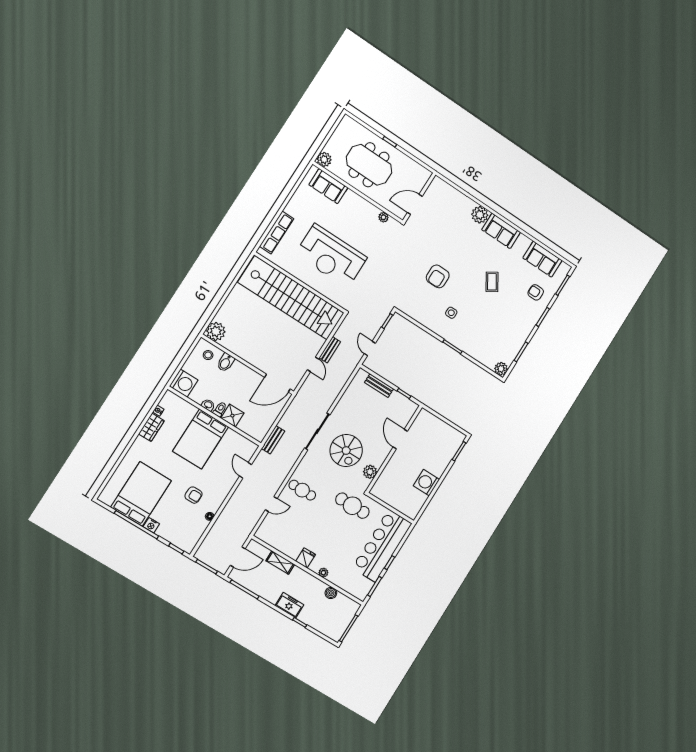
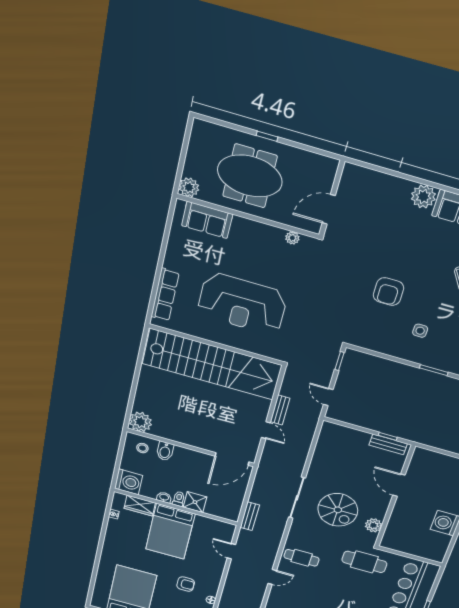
bench: (379, 386) -> (388, 444), moved
wardrobe: (151, 427) -> (140, 506), moved, turned 90

